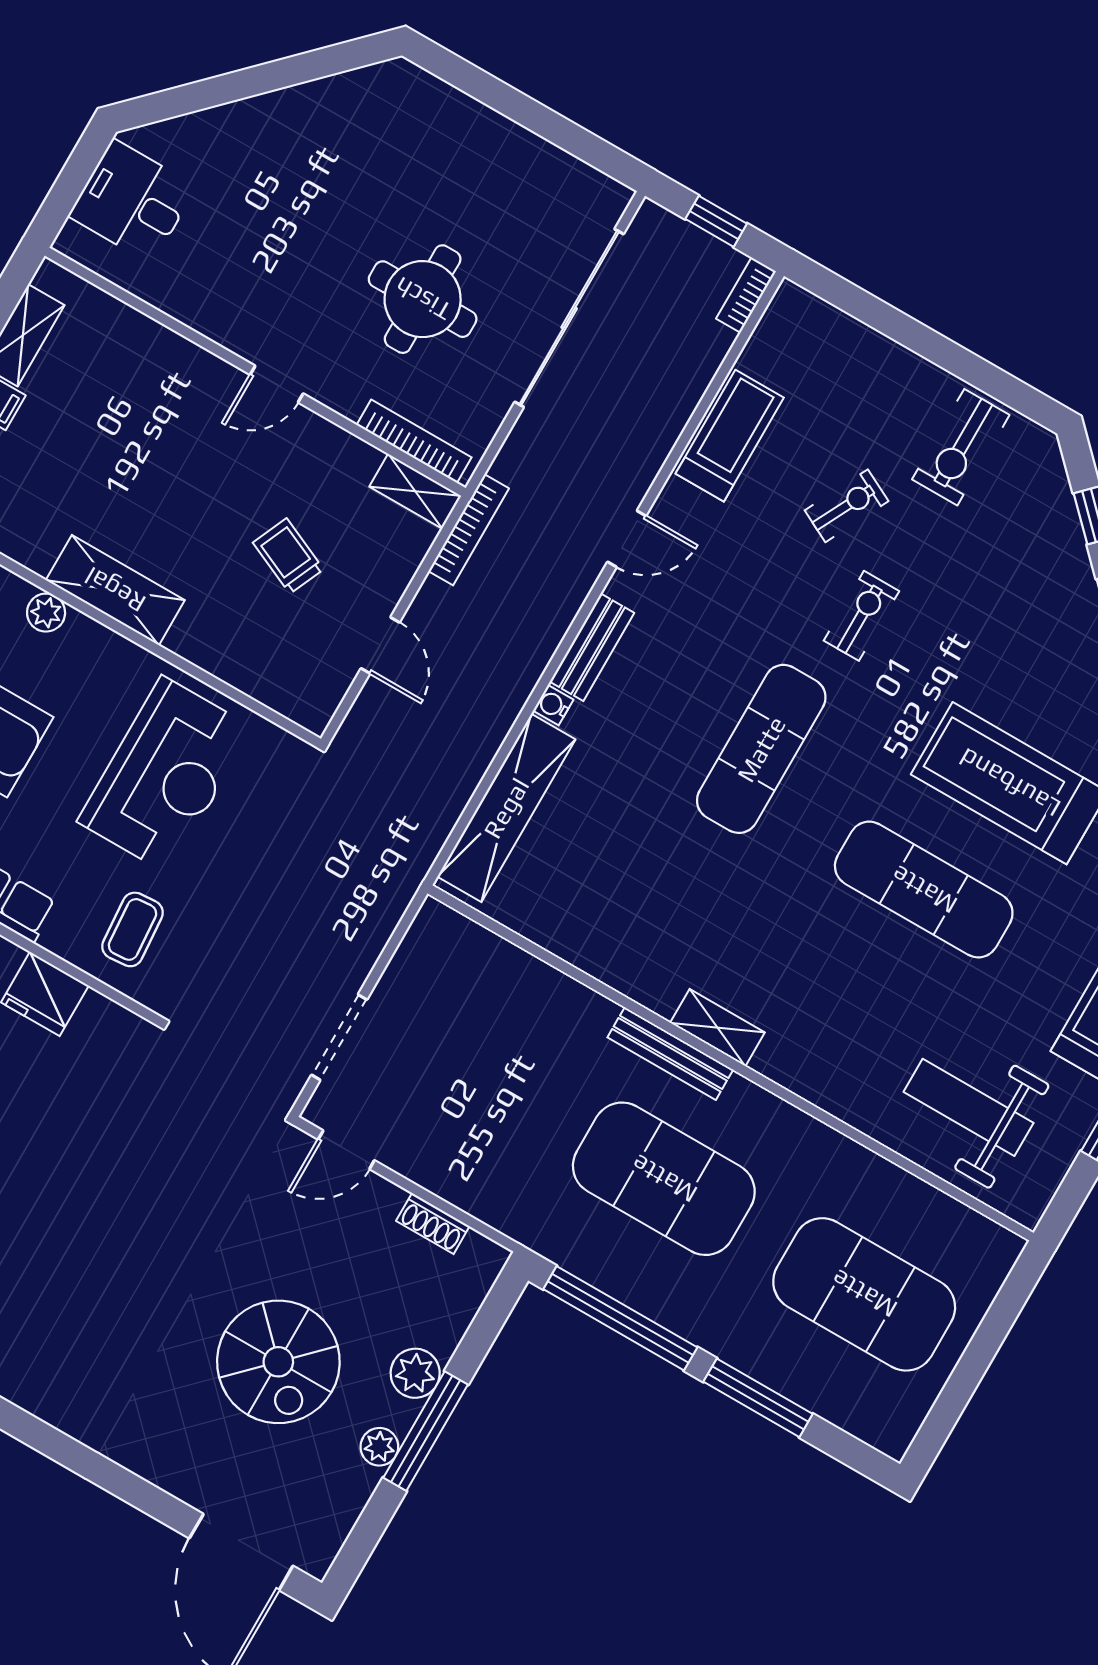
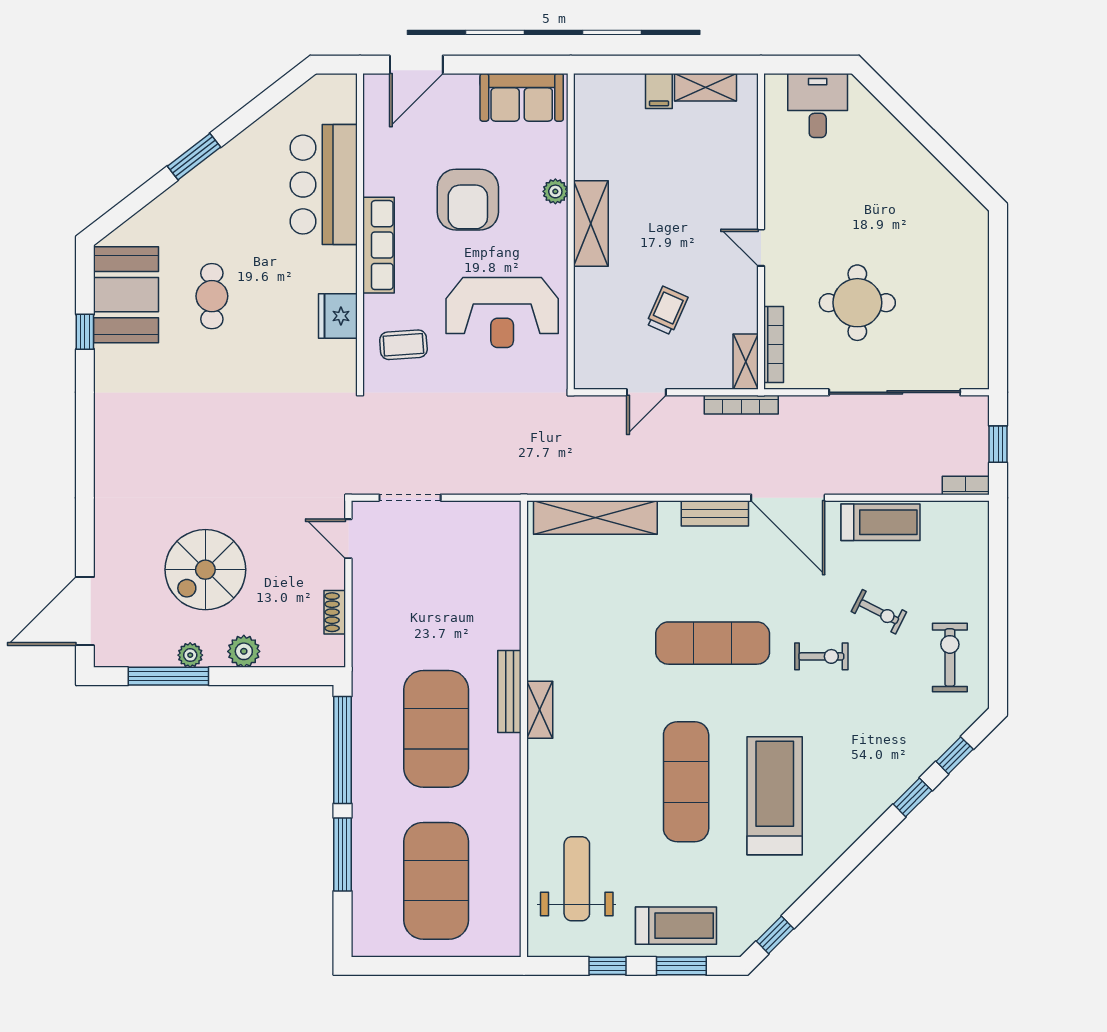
exercise bike: (961, 447) -> (950, 658), turned 90
door: (627, 539) -> (788, 498), width x1.88
water cooler: (553, 705) -> (669, 510), removed
window: (426, 1431) -> (168, 676), moved

